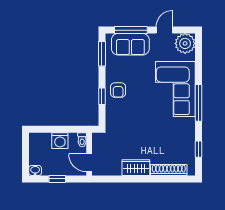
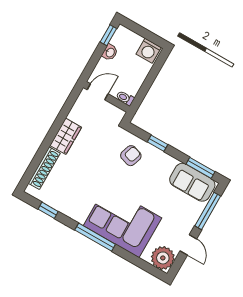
sofa: (130, 44) -> (192, 182), moved, turned -90
armchair: (118, 90) -> (131, 156), moved, turned 108
washing machine: (60, 141) -> (149, 51), moved, turned -90
washbasin: (35, 170) -> (110, 52), moved
window: (57, 179) -> (108, 35), moved

